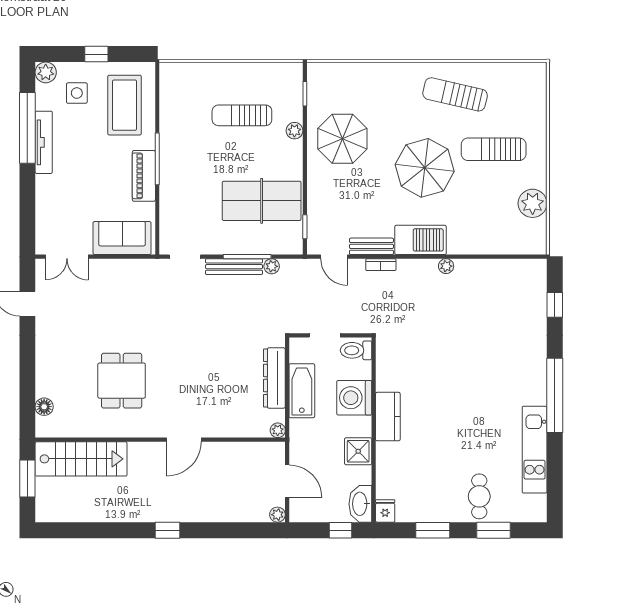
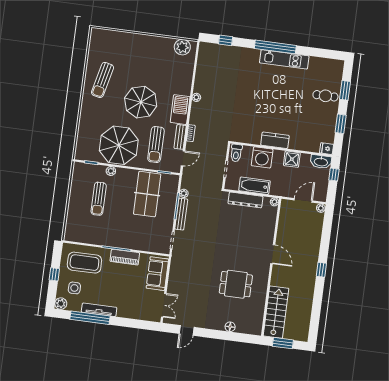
parasol: (342, 139) -> (119, 145), width x1.36, depth x1.36
sun lounger: (494, 149) -> (156, 144), moved
plant: (533, 203) -> (182, 47), moved
floor lamp: (44, 407) -> (230, 327), moved
kitchen unit: (535, 450) -> (284, 59), moved

